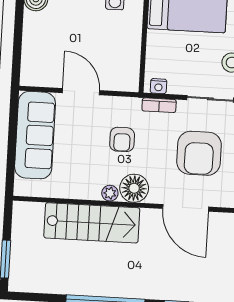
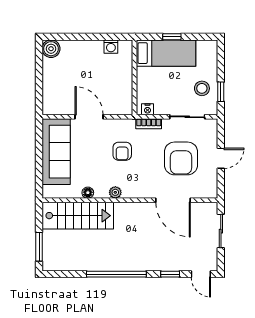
floor lamp: (134, 188) -> (88, 193), moved, width x0.53, depth x0.53
stairs: (92, 223) -> (78, 216), moved

